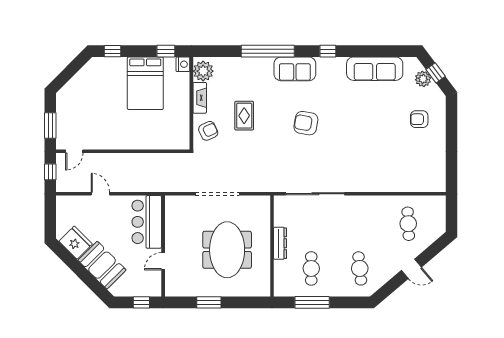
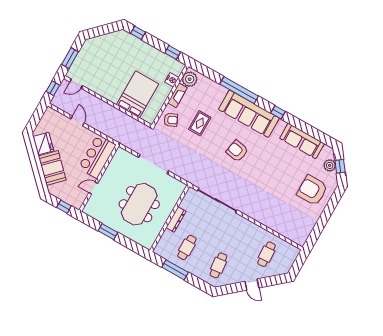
nightstand: (183, 64) -> (172, 80), moved
sofa: (295, 69) -> (249, 114), width x1.85, depth x1.27
bed: (145, 83) -> (138, 94), moved, turned 180
armchair: (419, 119) -> (312, 190), width x1.88, depth x1.88

